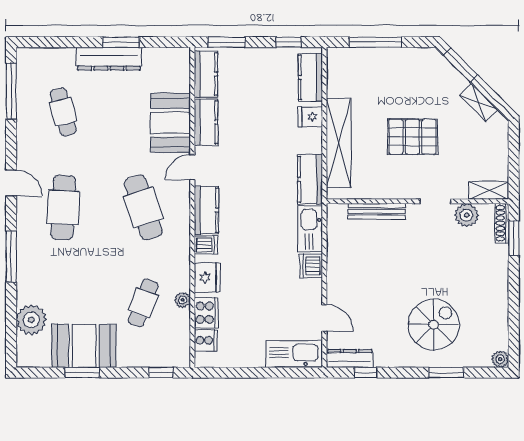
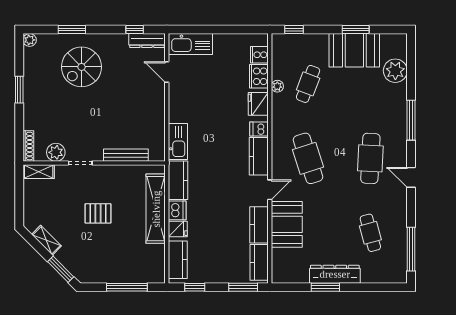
pallet: (413, 137) -> (98, 213), width x0.67, depth x0.71
window: (514, 238) -> (19, 90), moved
dishwasher: (311, 266) -> (177, 210), moved

